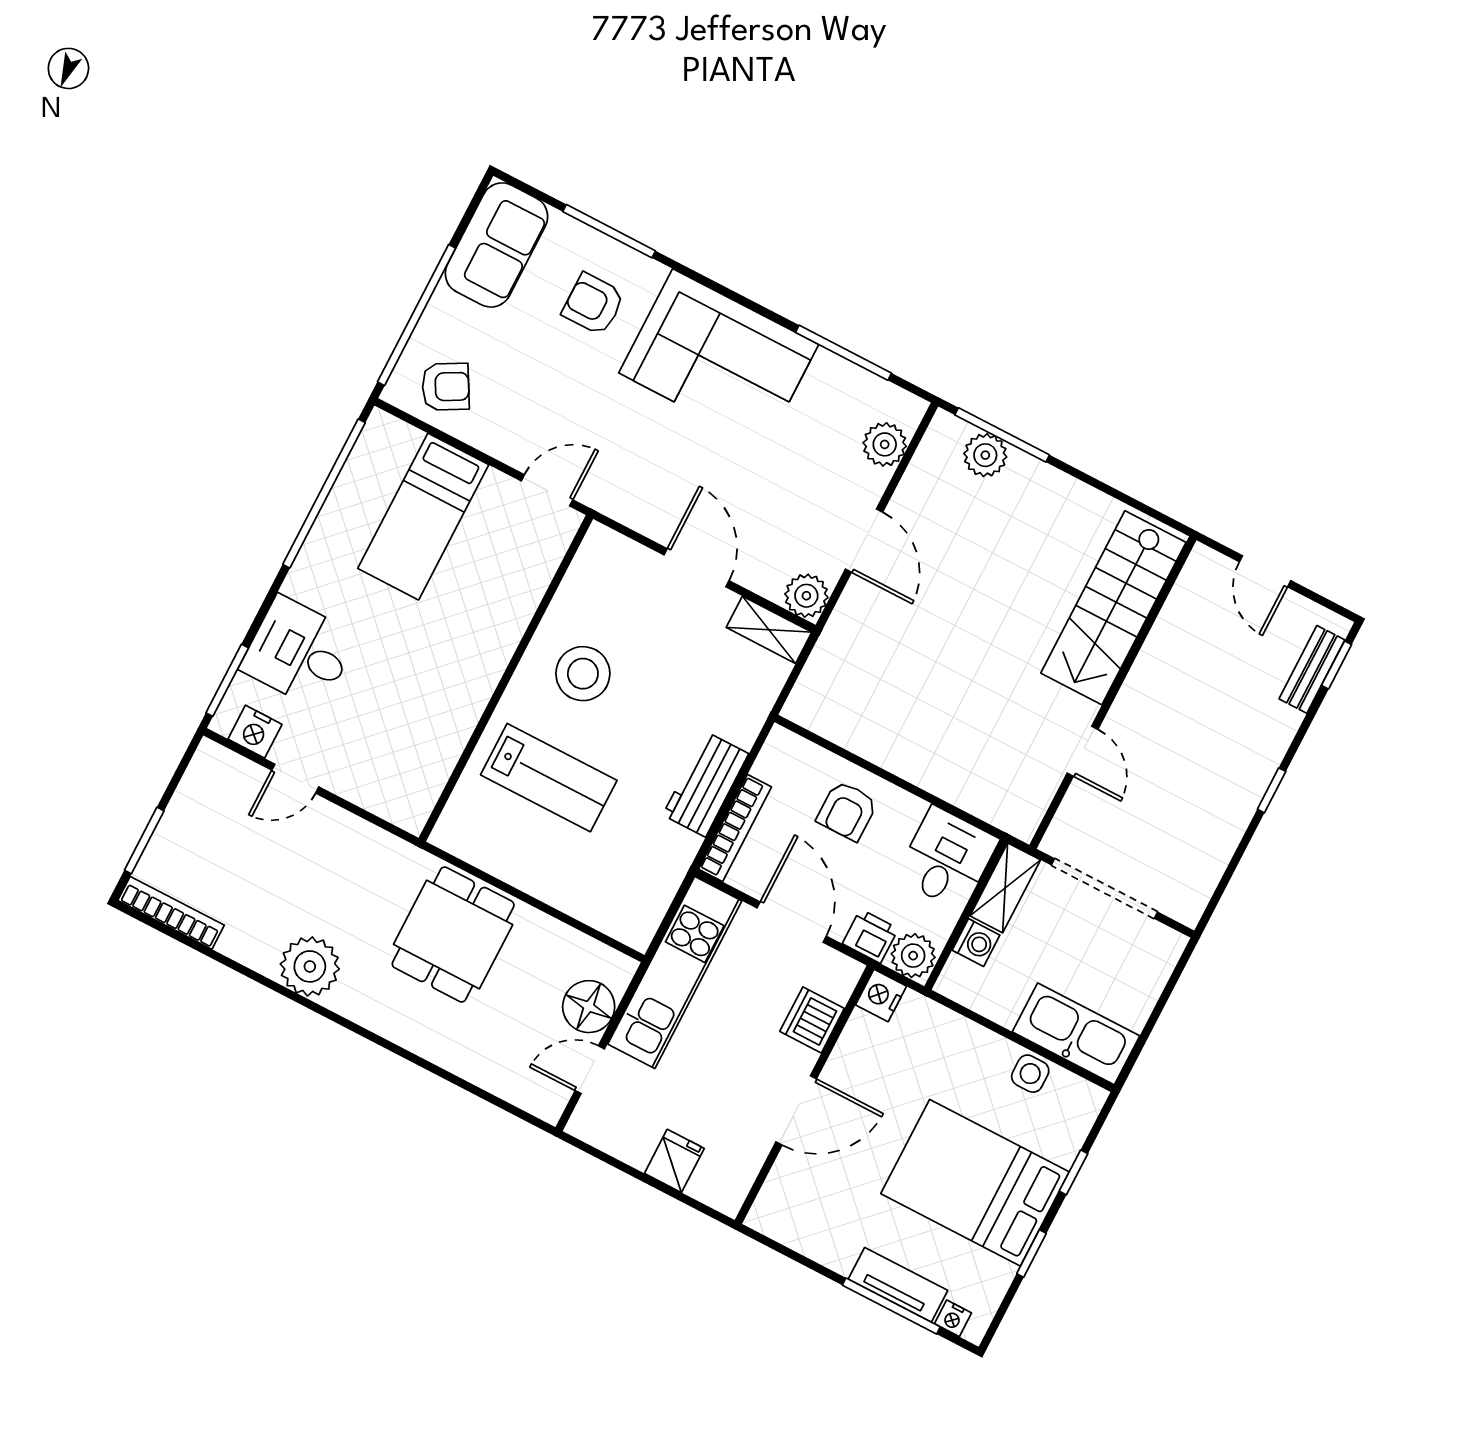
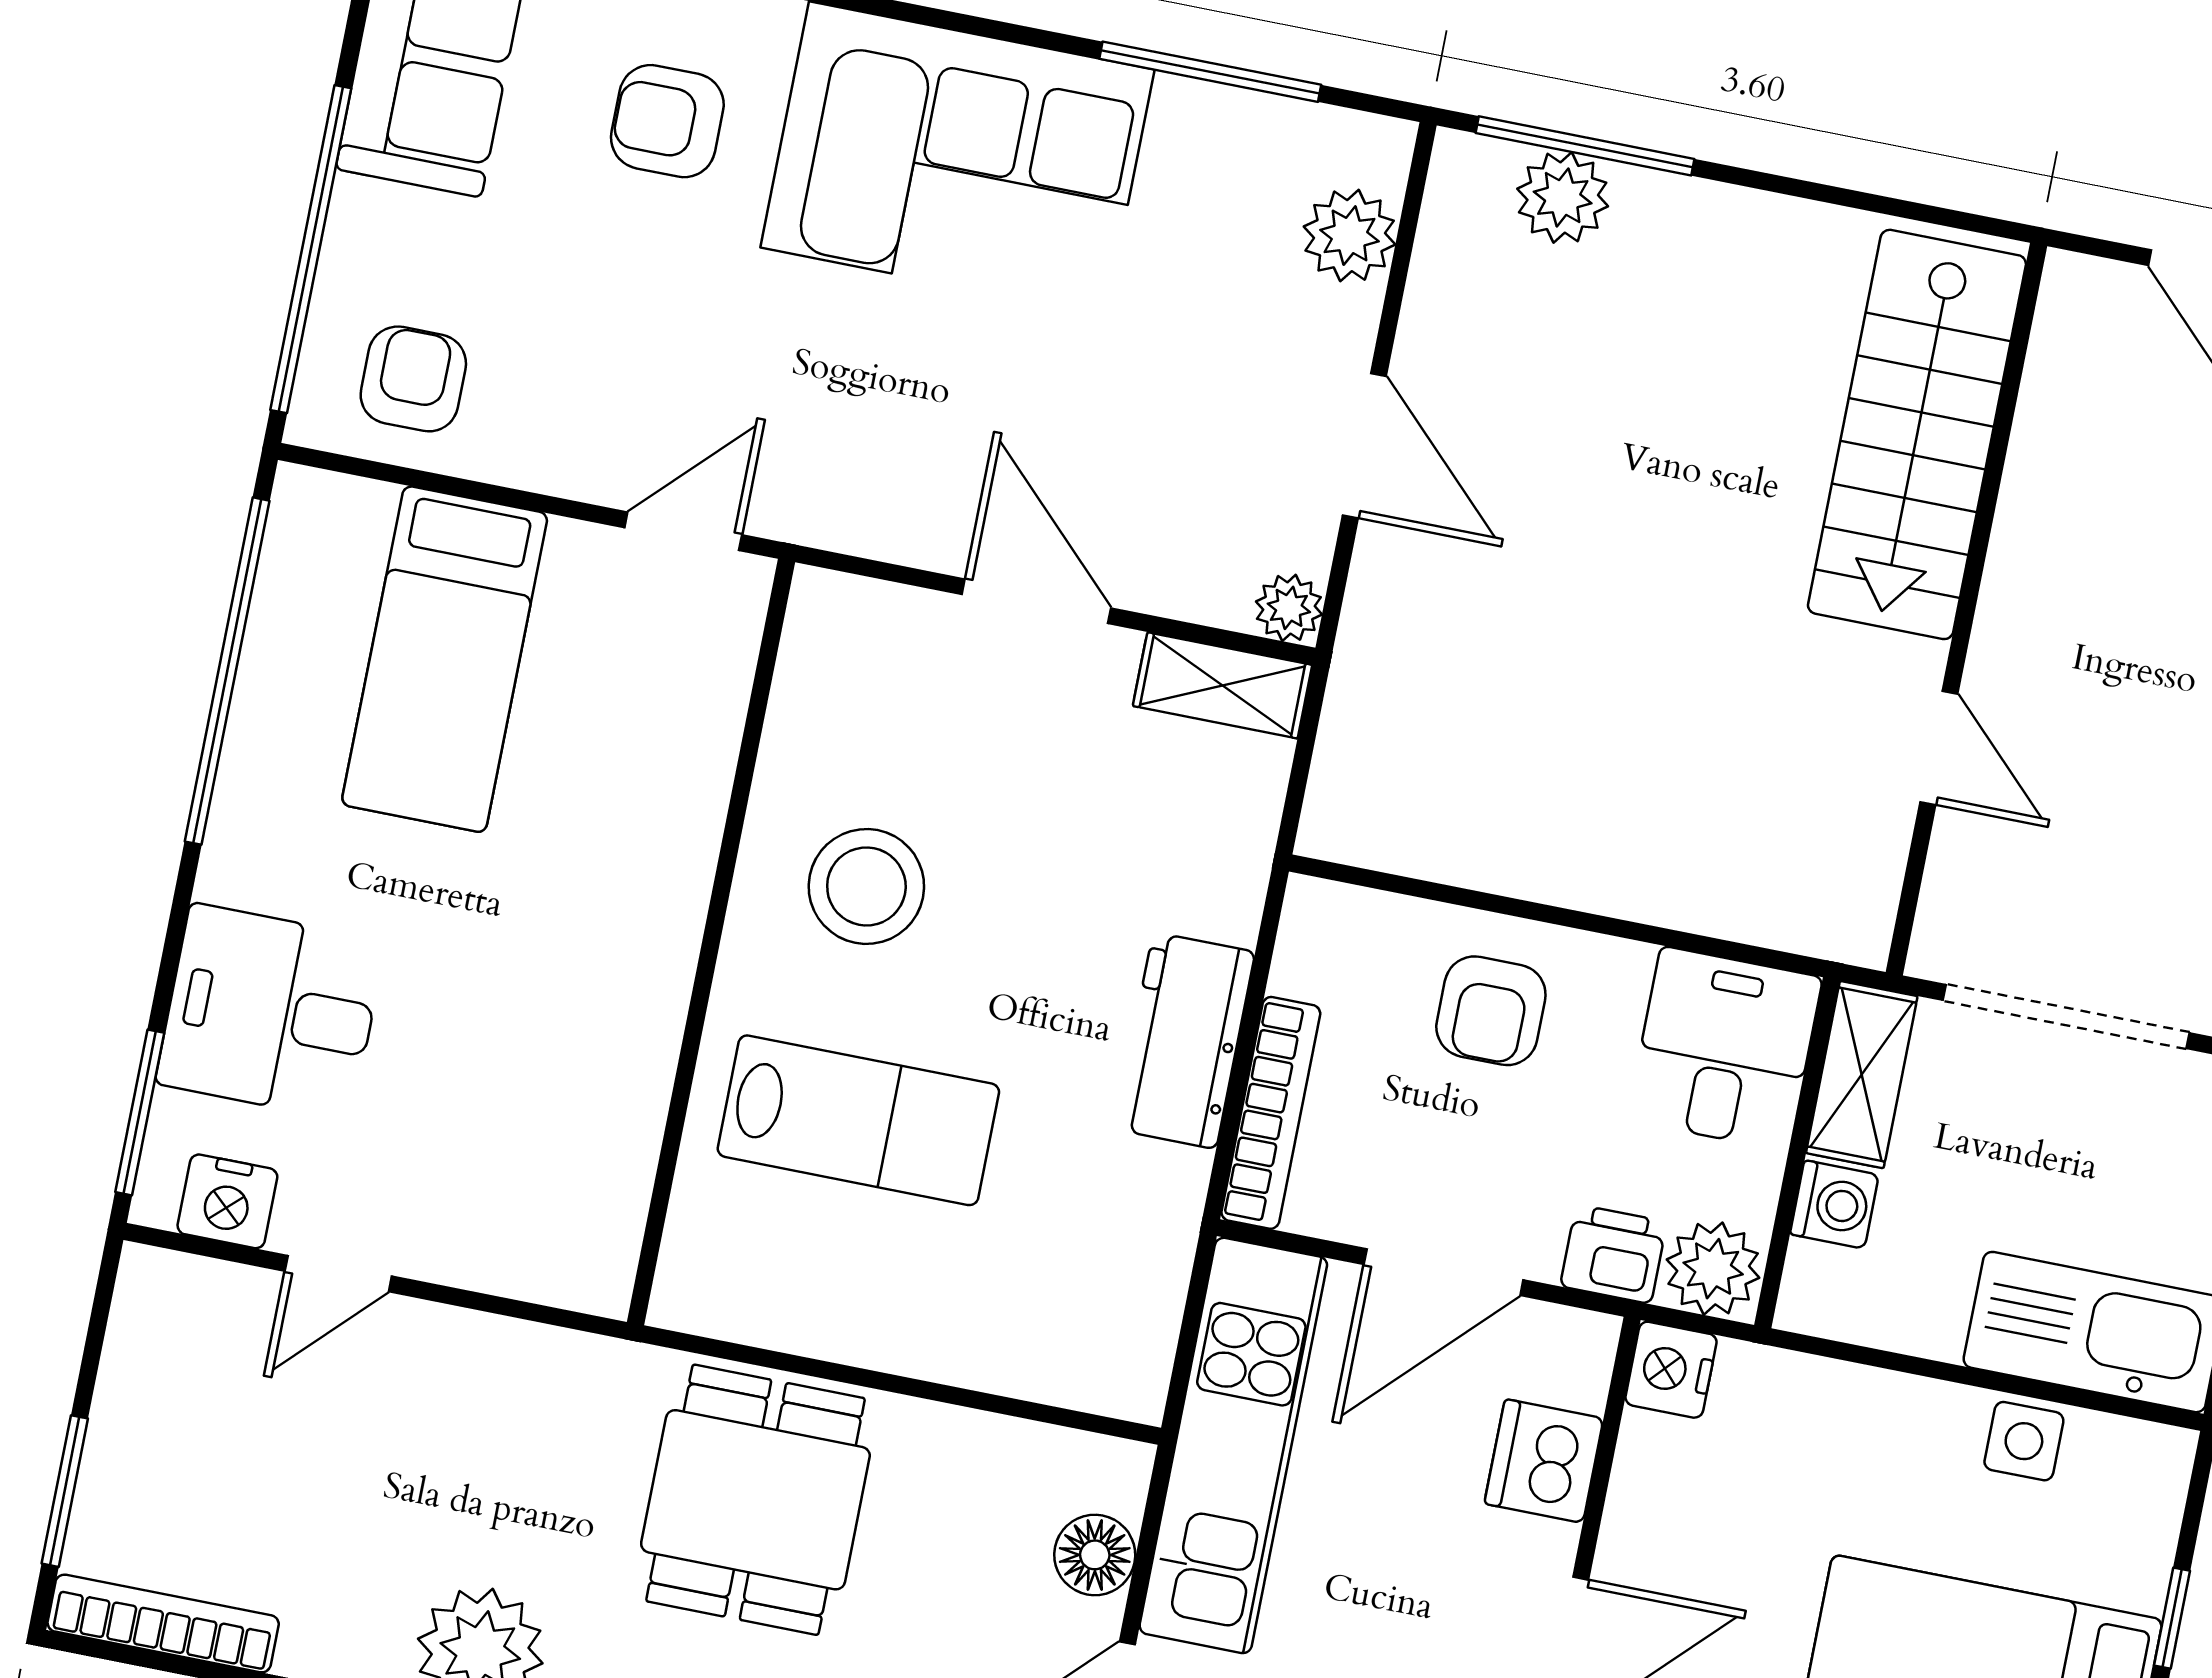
armchair: (446, 387) -> (413, 379), turned -61
plant: (806, 596) -> (1289, 608), width x0.73, depth x0.73
door: (792, 922) -> (1443, 1272), swing flipped
floor lamp: (589, 1007) -> (1095, 1555), width x0.73, depth x0.73

